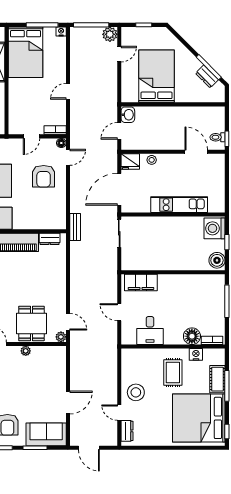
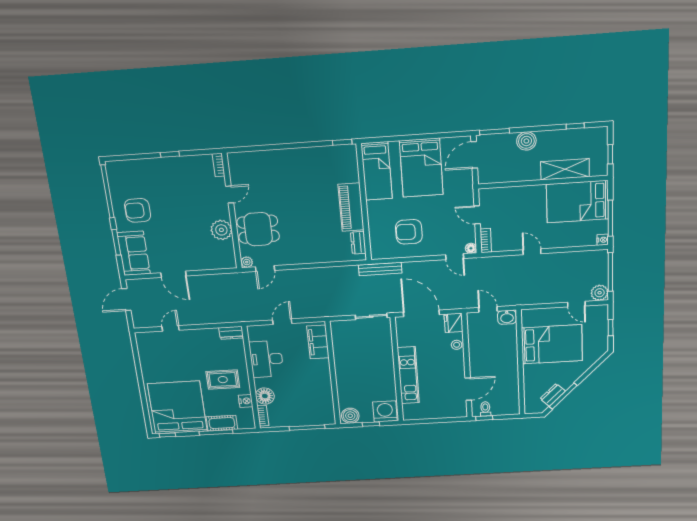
armchair: (44, 176) -> (409, 232), moved
bench: (75, 227) -> (380, 269), width x1.36
desk: (150, 331) -> (266, 359), width x1.37
plant: (26, 351) -> (221, 230), width x1.88, depth x1.88
stool: (136, 392) -> (196, 344), removed
dresser: (127, 431) -> (231, 333), moved

